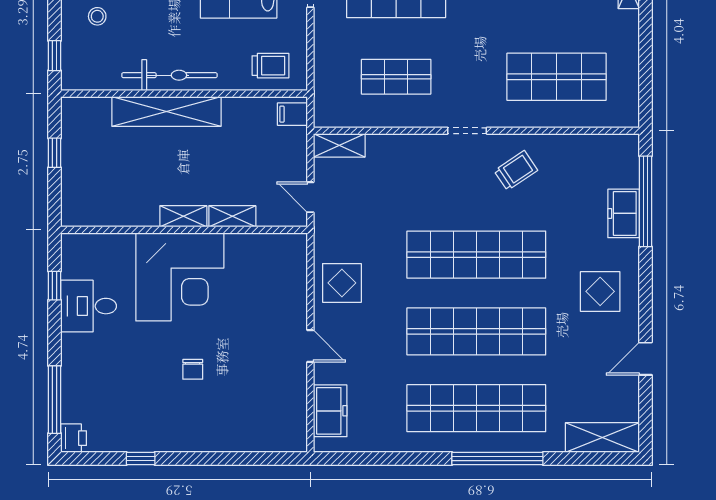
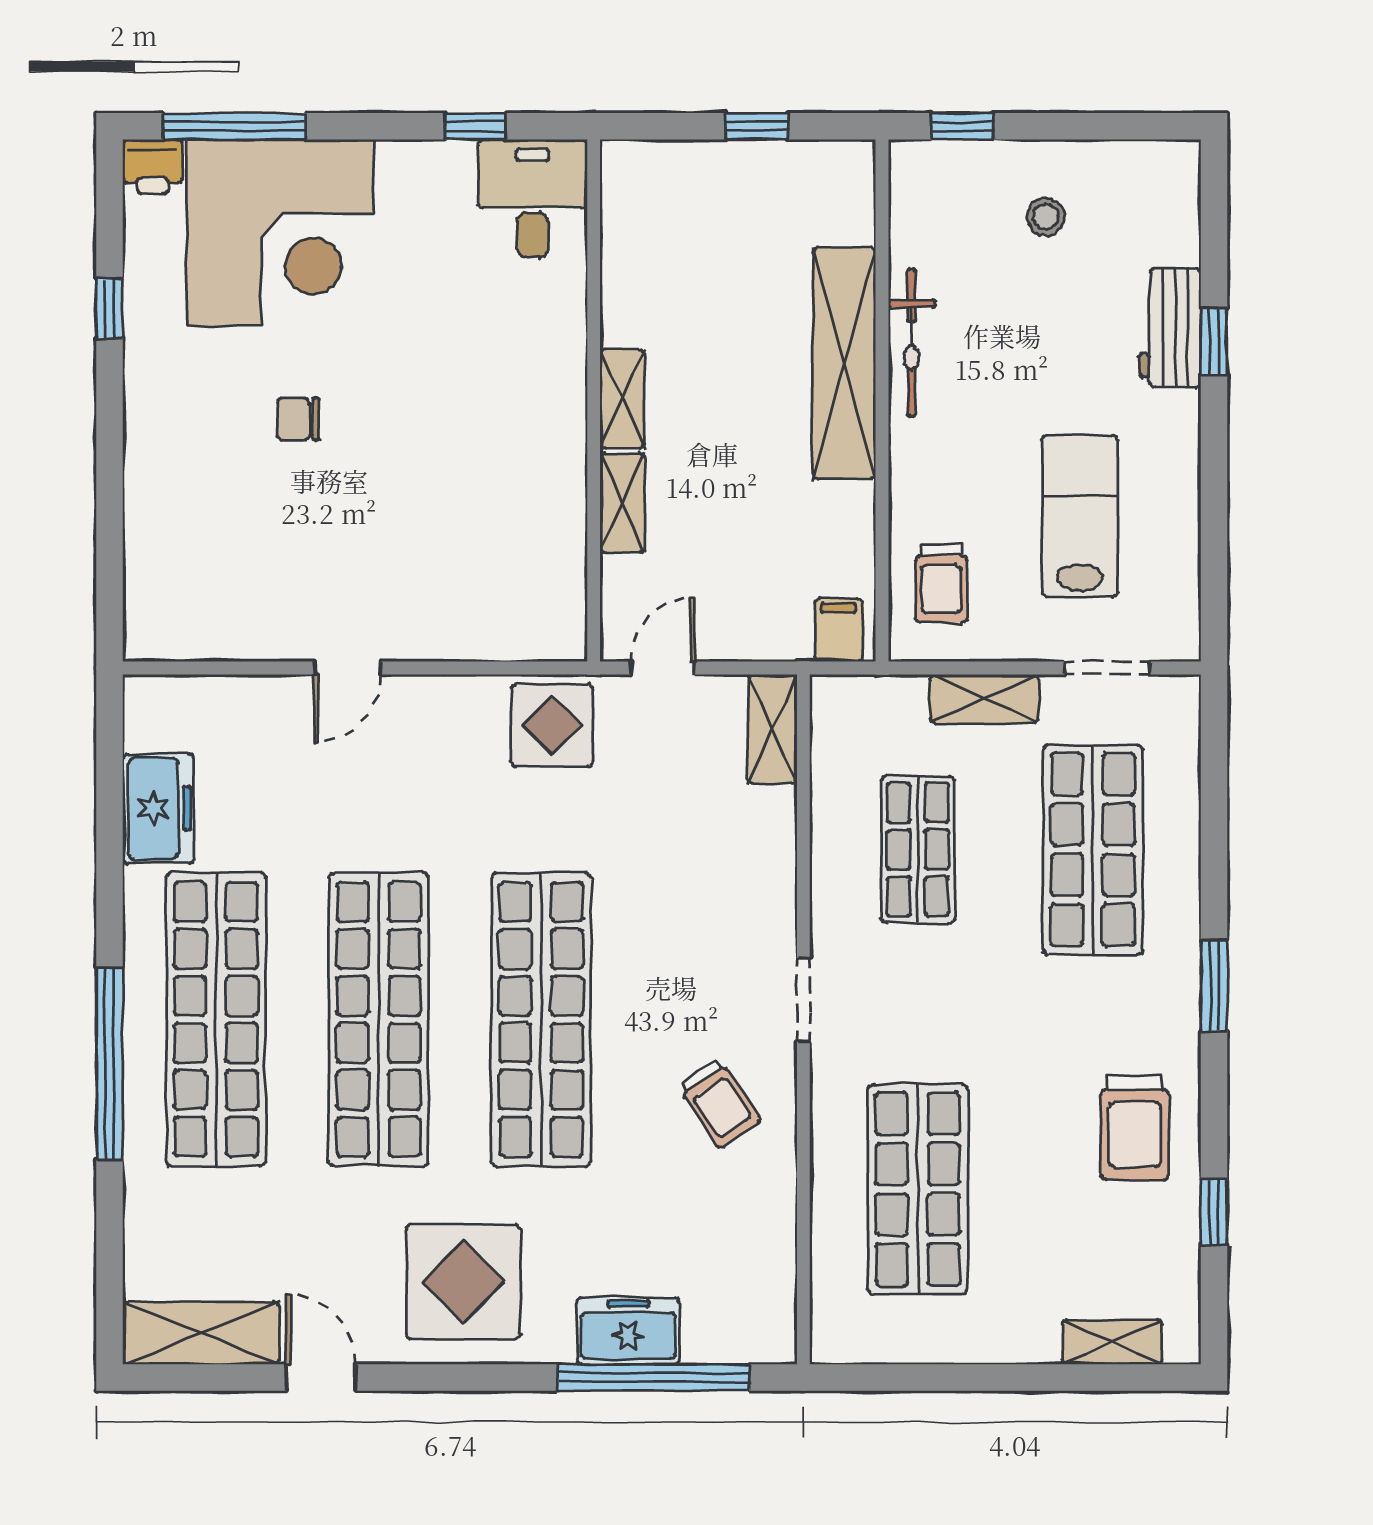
shelving: (325, 45) -> (984, 699), added
bicycle: (169, 75) -> (912, 343), width x0.73, depth x0.71
corner desk: (180, 277) -> (280, 233), moved, turned -90
display table: (342, 283) -> (552, 725), moved
display table: (600, 291) -> (463, 1281), width x1.36, depth x1.36
desk: (89, 306) -> (533, 198), moved
freezer: (330, 411) -> (158, 808), moved, turned -90
shelving: (602, 437) -> (201, 1333), moved, turned 90

